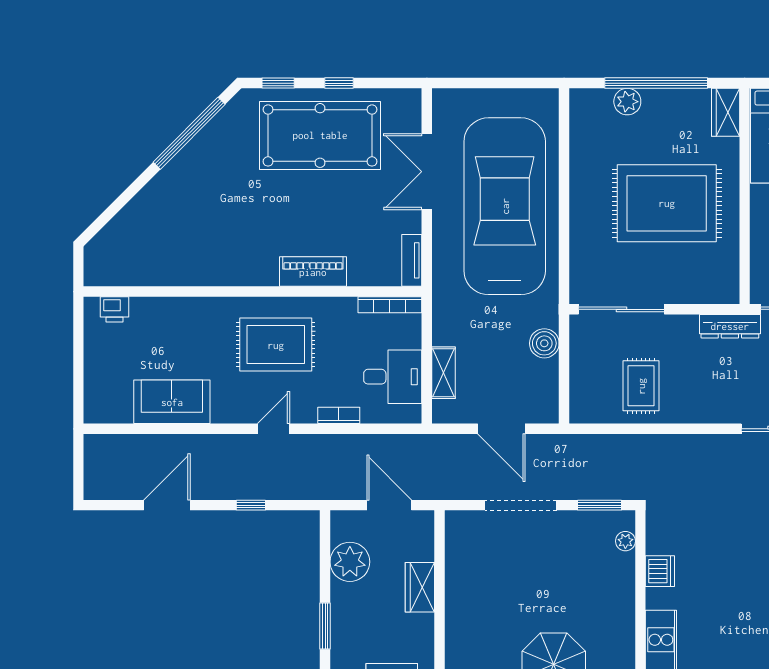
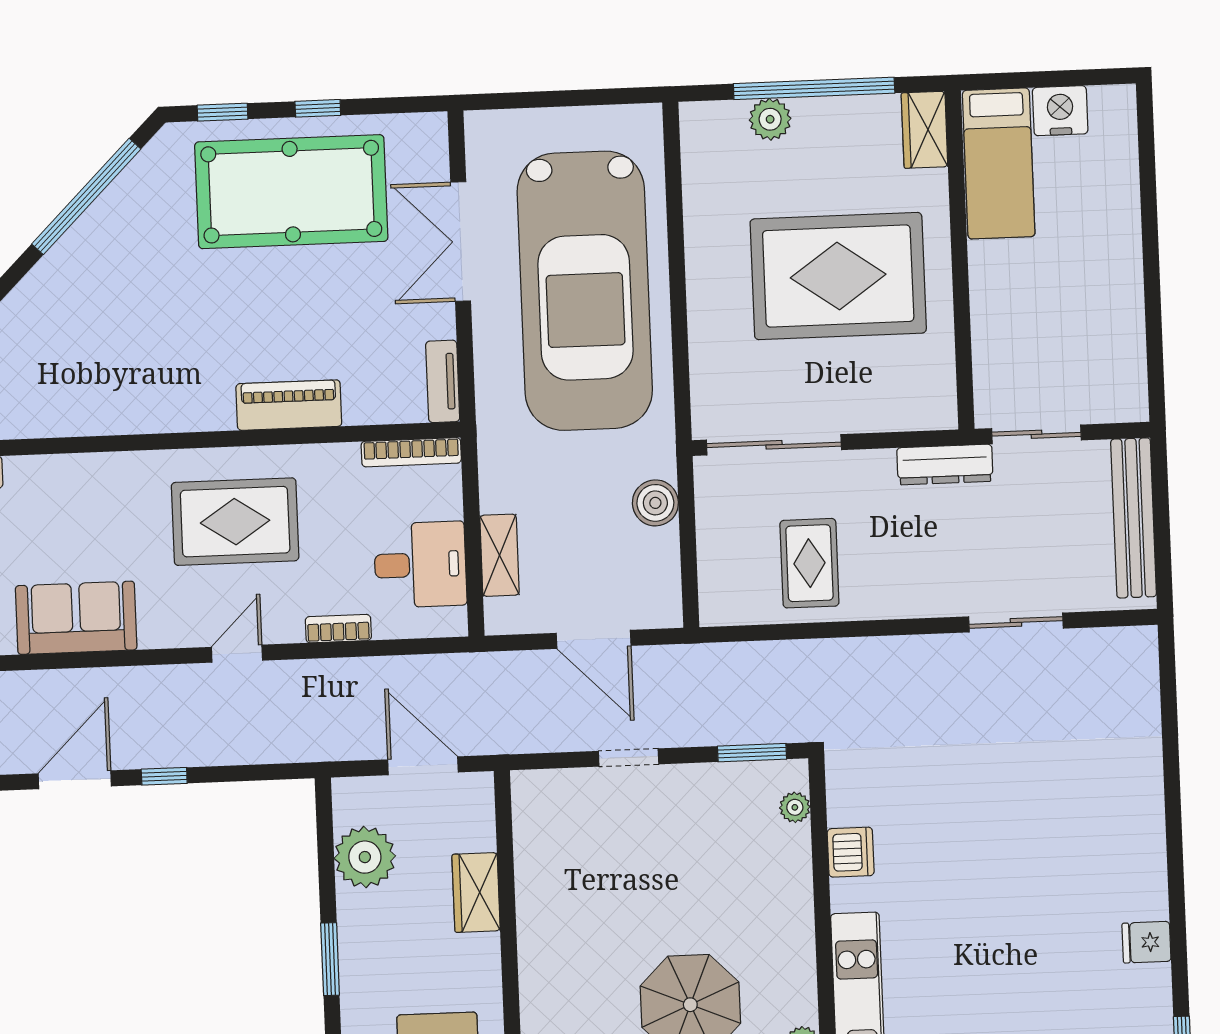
car: (505, 206) -> (585, 291), turned 180
window: (251, 505) -> (164, 776), moved
doorway: (521, 505) -> (629, 758), width x0.53

